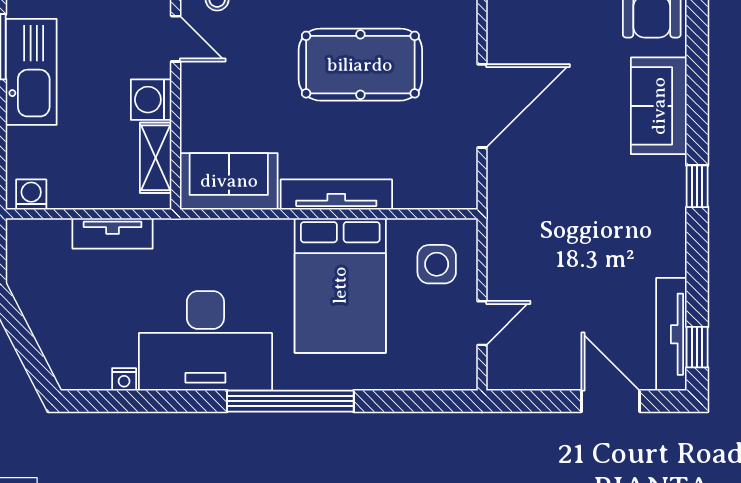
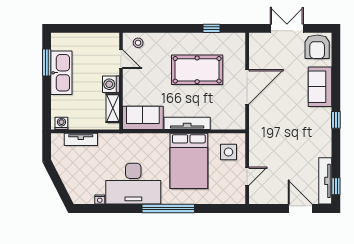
tv unit: (113, 233) -> (81, 139), moved

